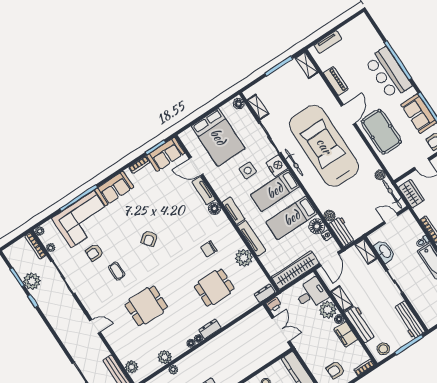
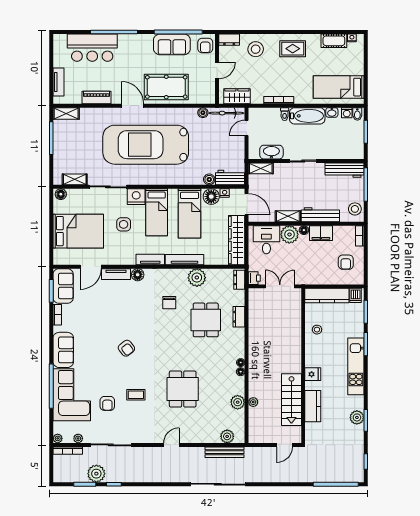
bar counter: (388, 73) -> (92, 48), moved
bicycle: (294, 162) -> (143, 180), removed
dresser: (210, 329) -> (239, 317), moved

